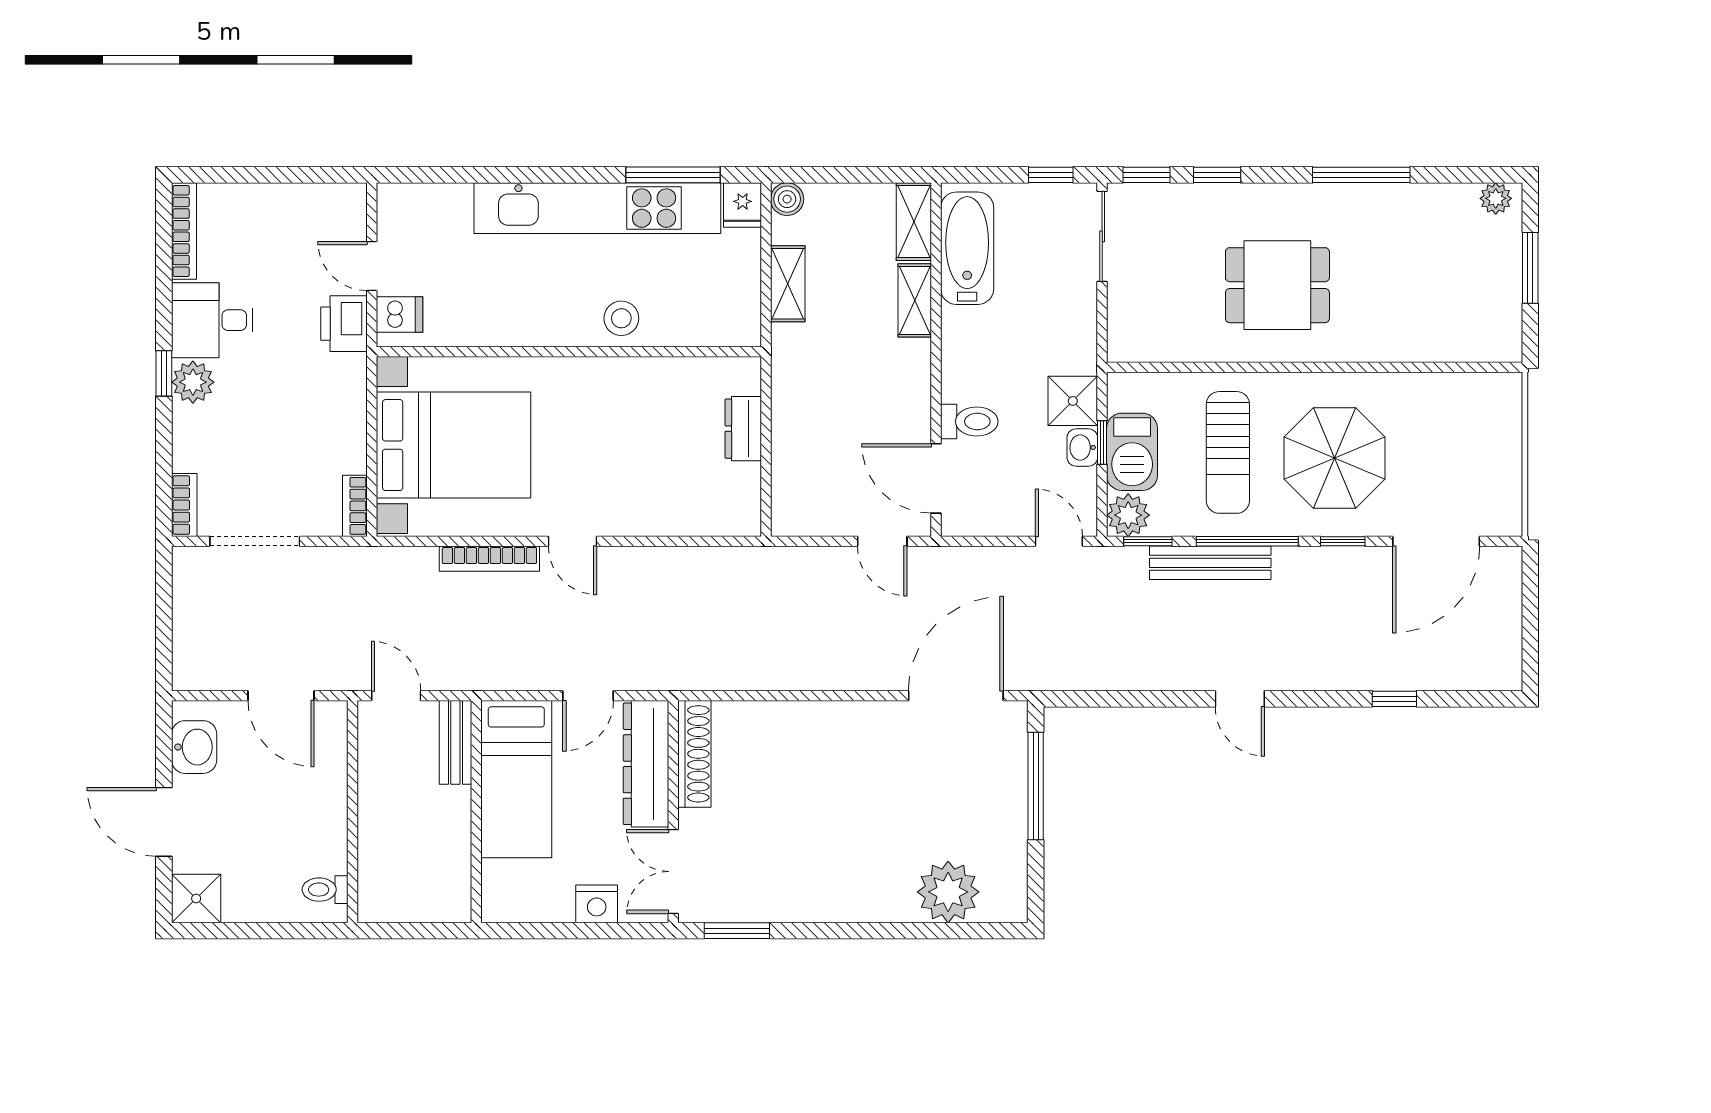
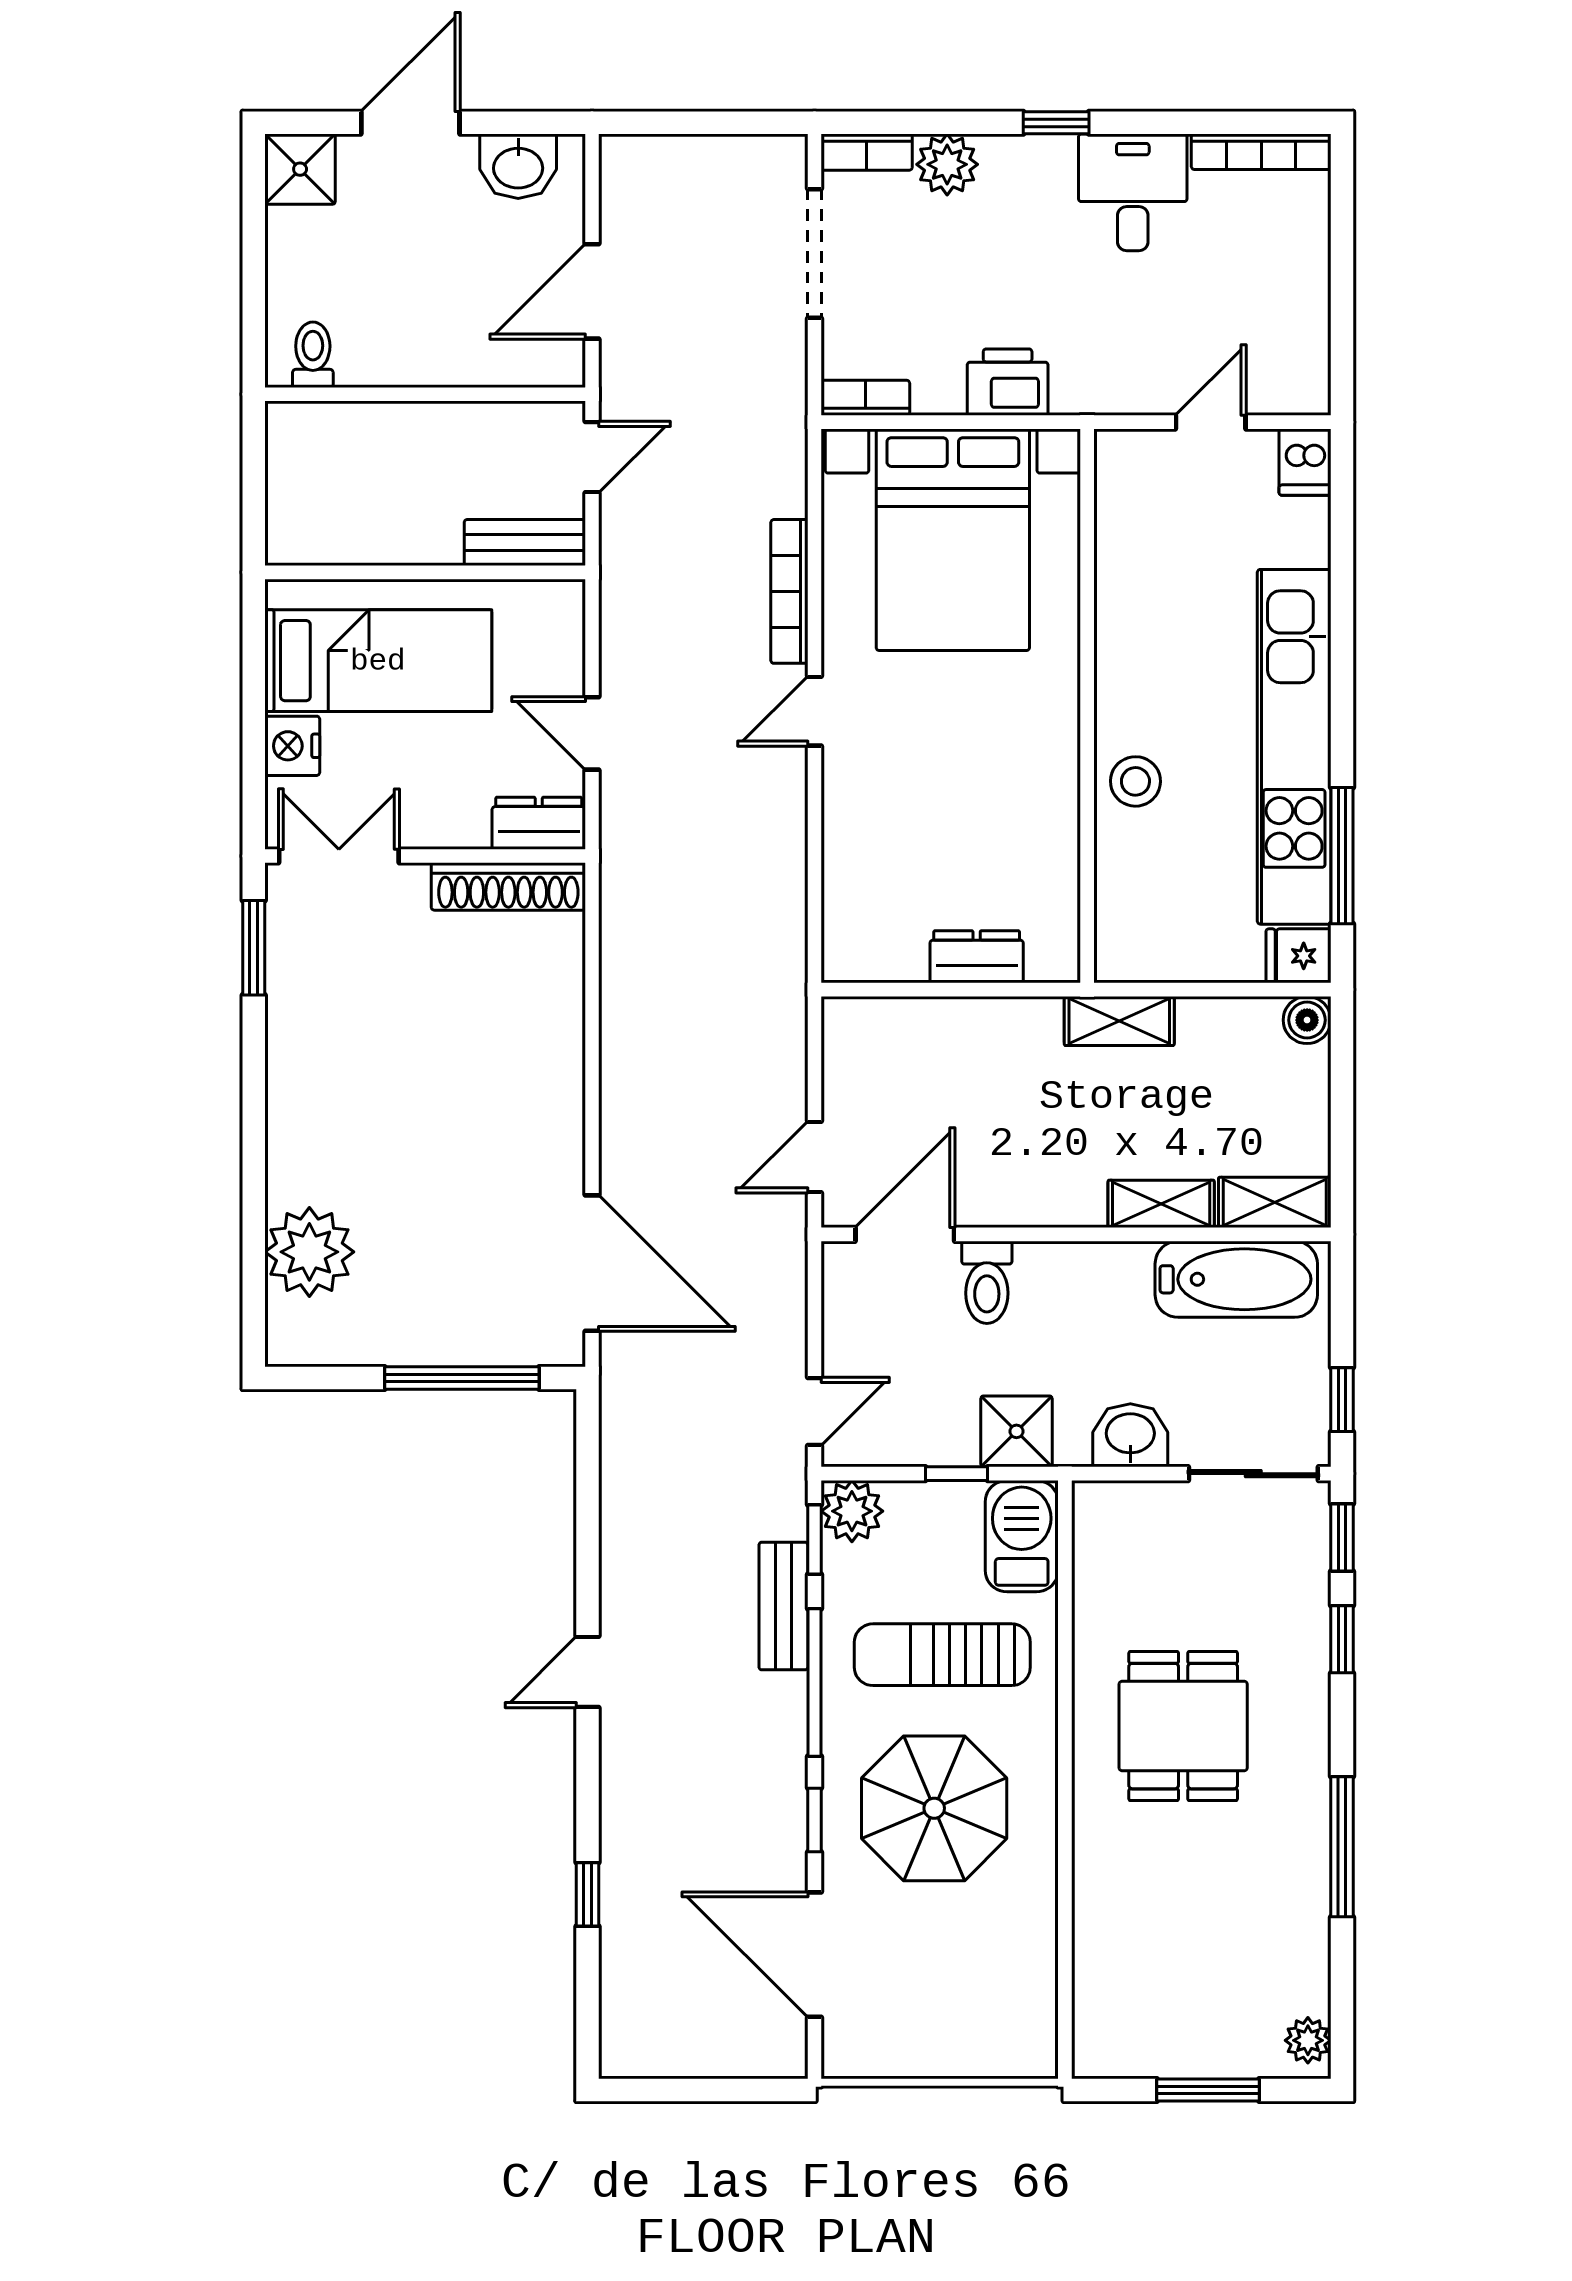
shelving: (788, 284) -> (1119, 1021), moved
dishwasher: (400, 315) -> (1305, 462), moved
printer: (344, 324) -> (1008, 382), moved
plant: (193, 382) -> (947, 164), moved
washbasin: (1082, 447) -> (1130, 1435), moved, width x1.38, depth x1.45
barbecue: (1132, 452) -> (1022, 1536), moved, turned 90
bench: (1210, 563) -> (783, 1606), width x0.73
dresser: (646, 764) -> (539, 823), width x0.51, depth x0.80
bed: (516, 779) -> (378, 661), moved, turned 180

